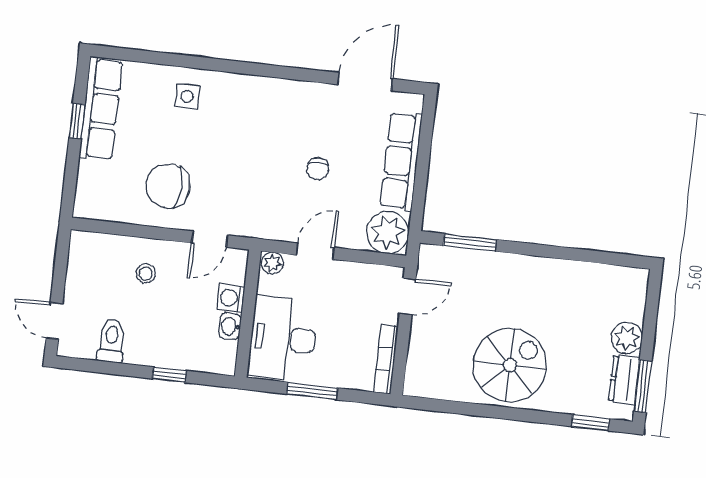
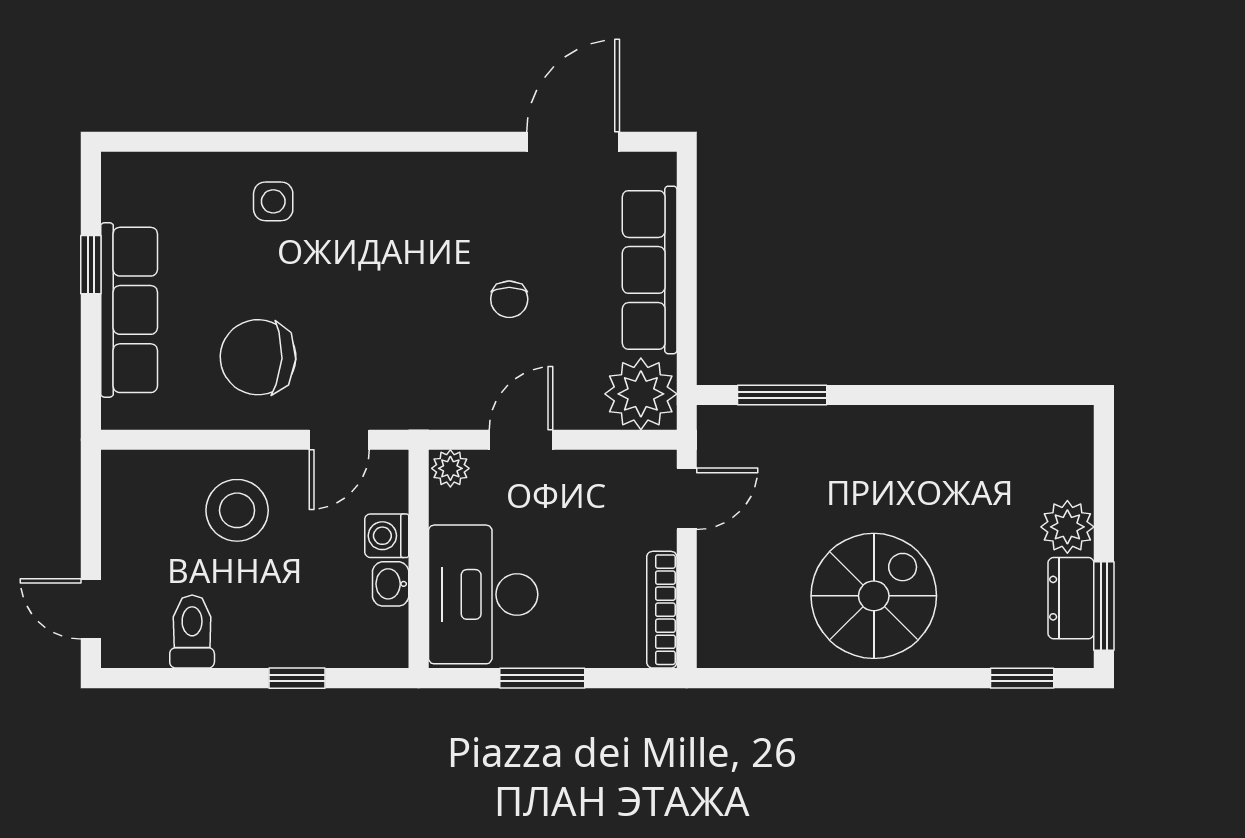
row of seats: (101, 109) -> (129, 310), moved
stool: (146, 273) -> (237, 510), width x1.89, depth x1.89

